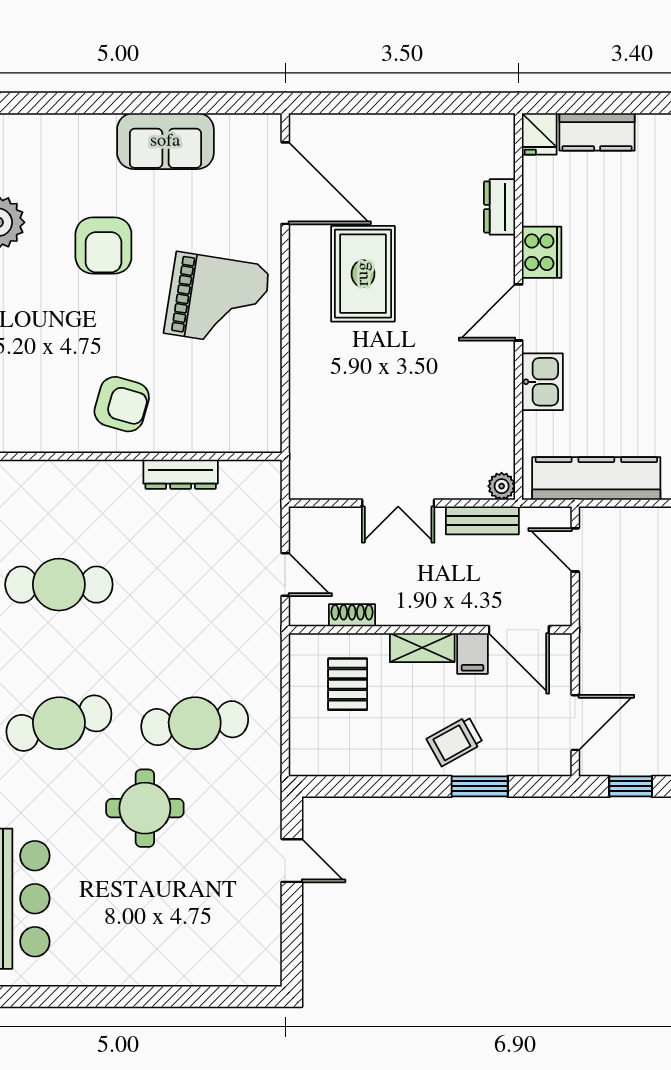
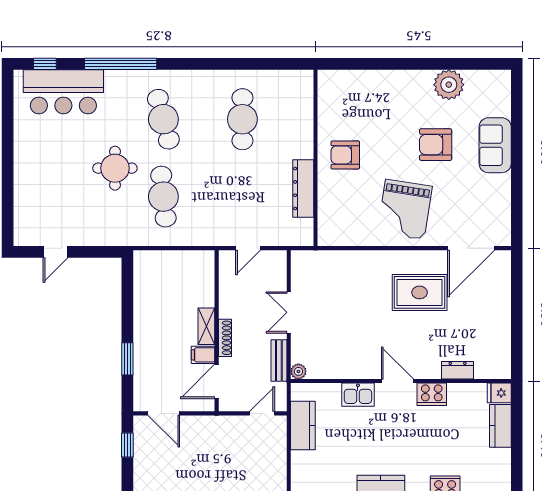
sofa: (165, 141) -> (495, 145), moved
armchair: (122, 404) -> (345, 155), turned 74
dresser: (181, 474) -> (303, 189), width x1.37, depth x1.24
kitchen counter: (596, 478) -> (303, 425), width x0.67
shoe rack: (352, 615) -> (225, 338), moved, width x1.43
pallet: (348, 684) -> (186, 284), removed
trolley: (455, 741) -> (153, 345), removed
door: (292, 861) -> (55, 252), moved

